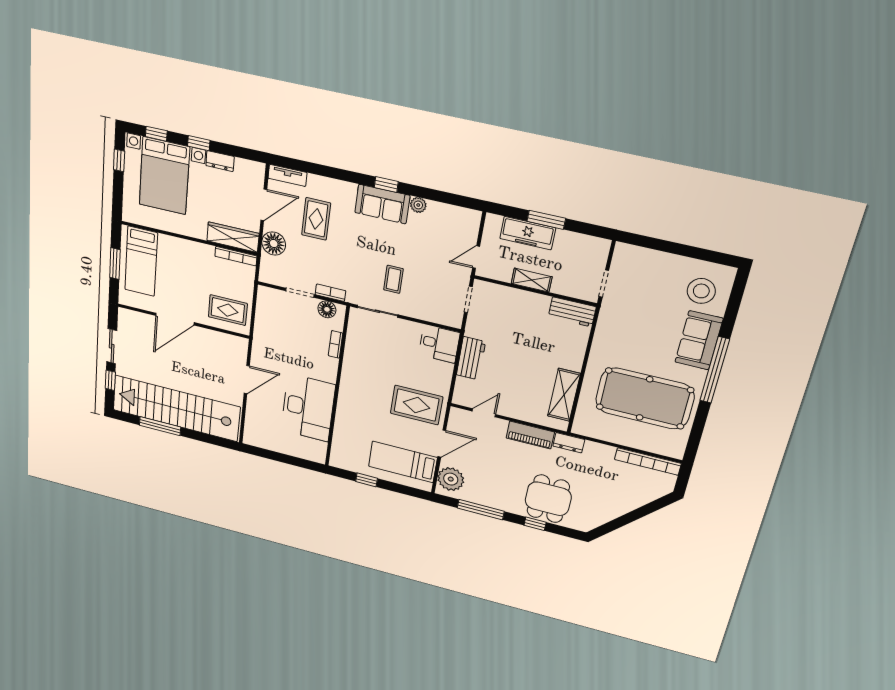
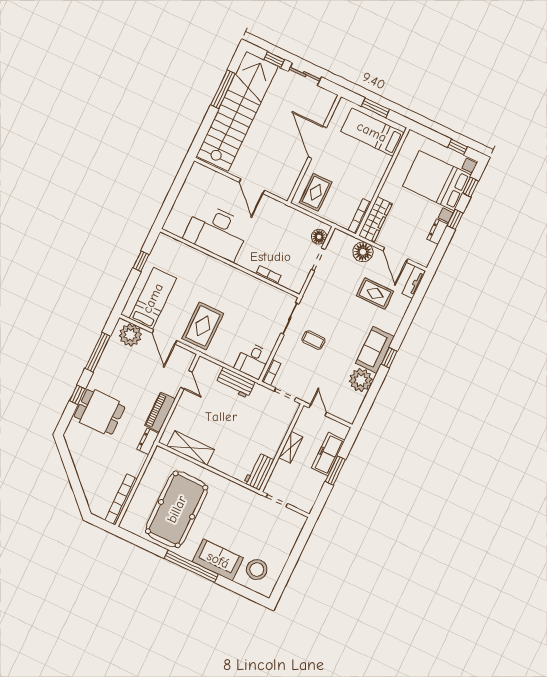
plant: (418, 205) -> (361, 380), width x1.87, depth x1.87
bookcase: (330, 293) -> (271, 373), moved
floor lamp: (327, 309) -> (319, 237), moved

